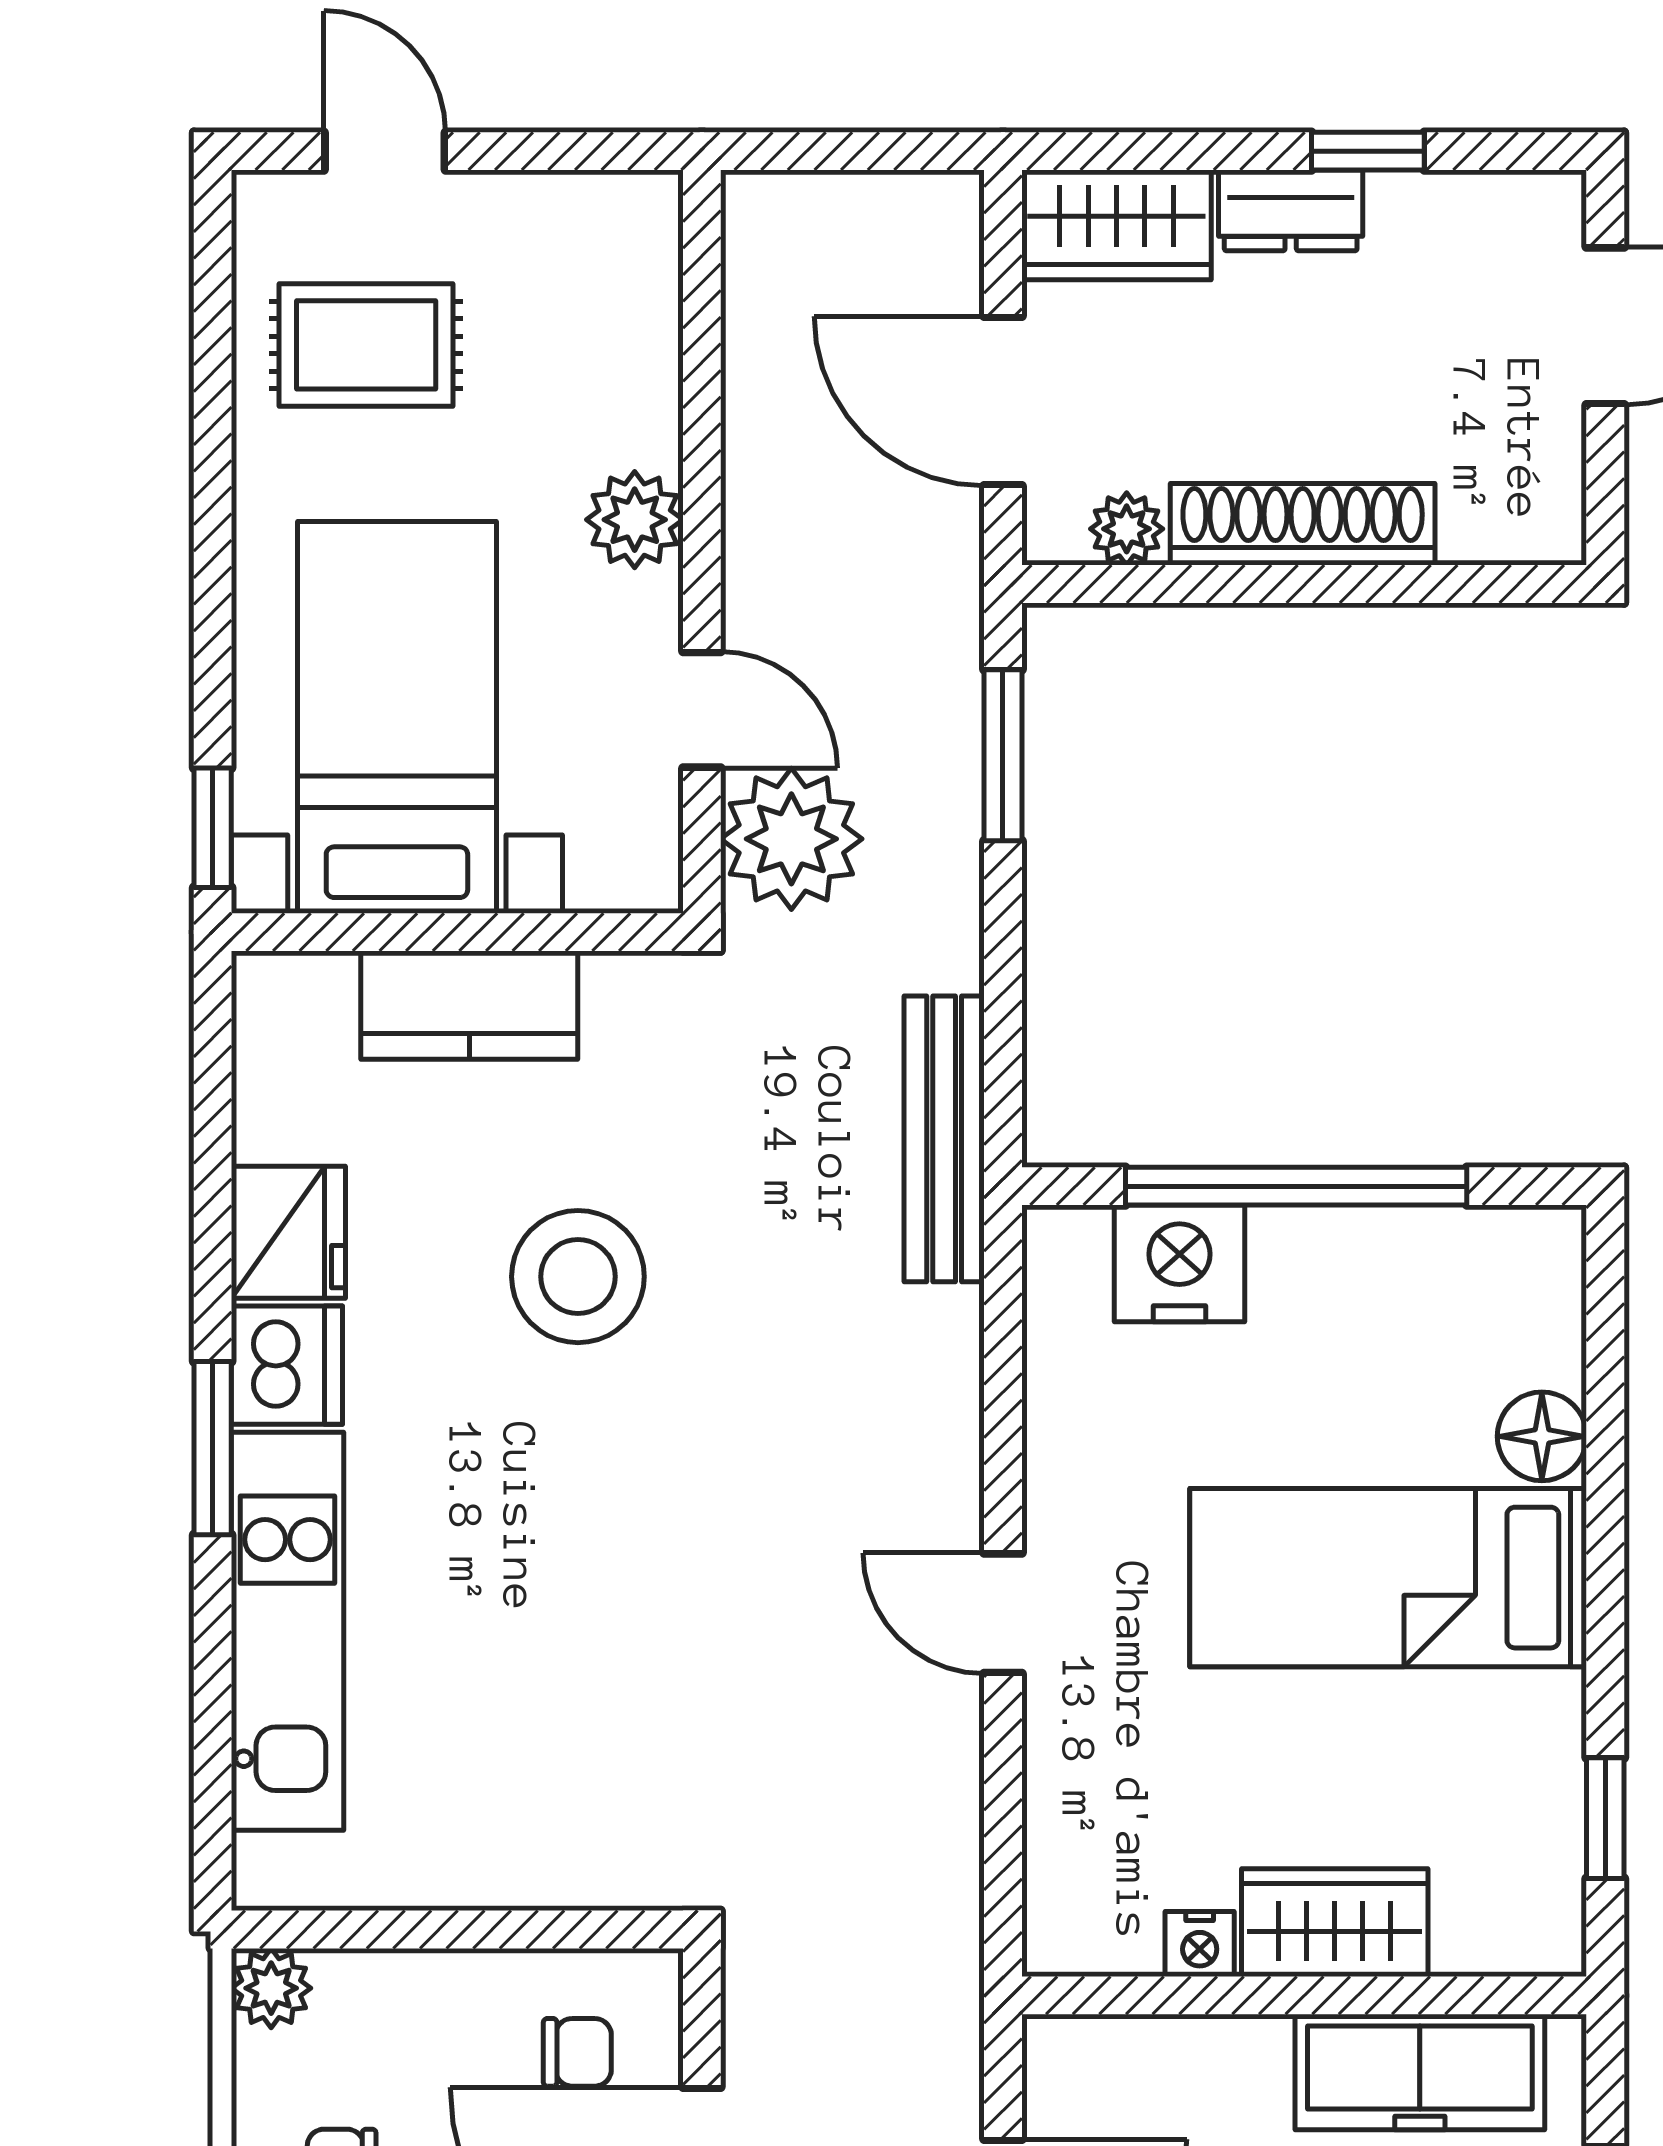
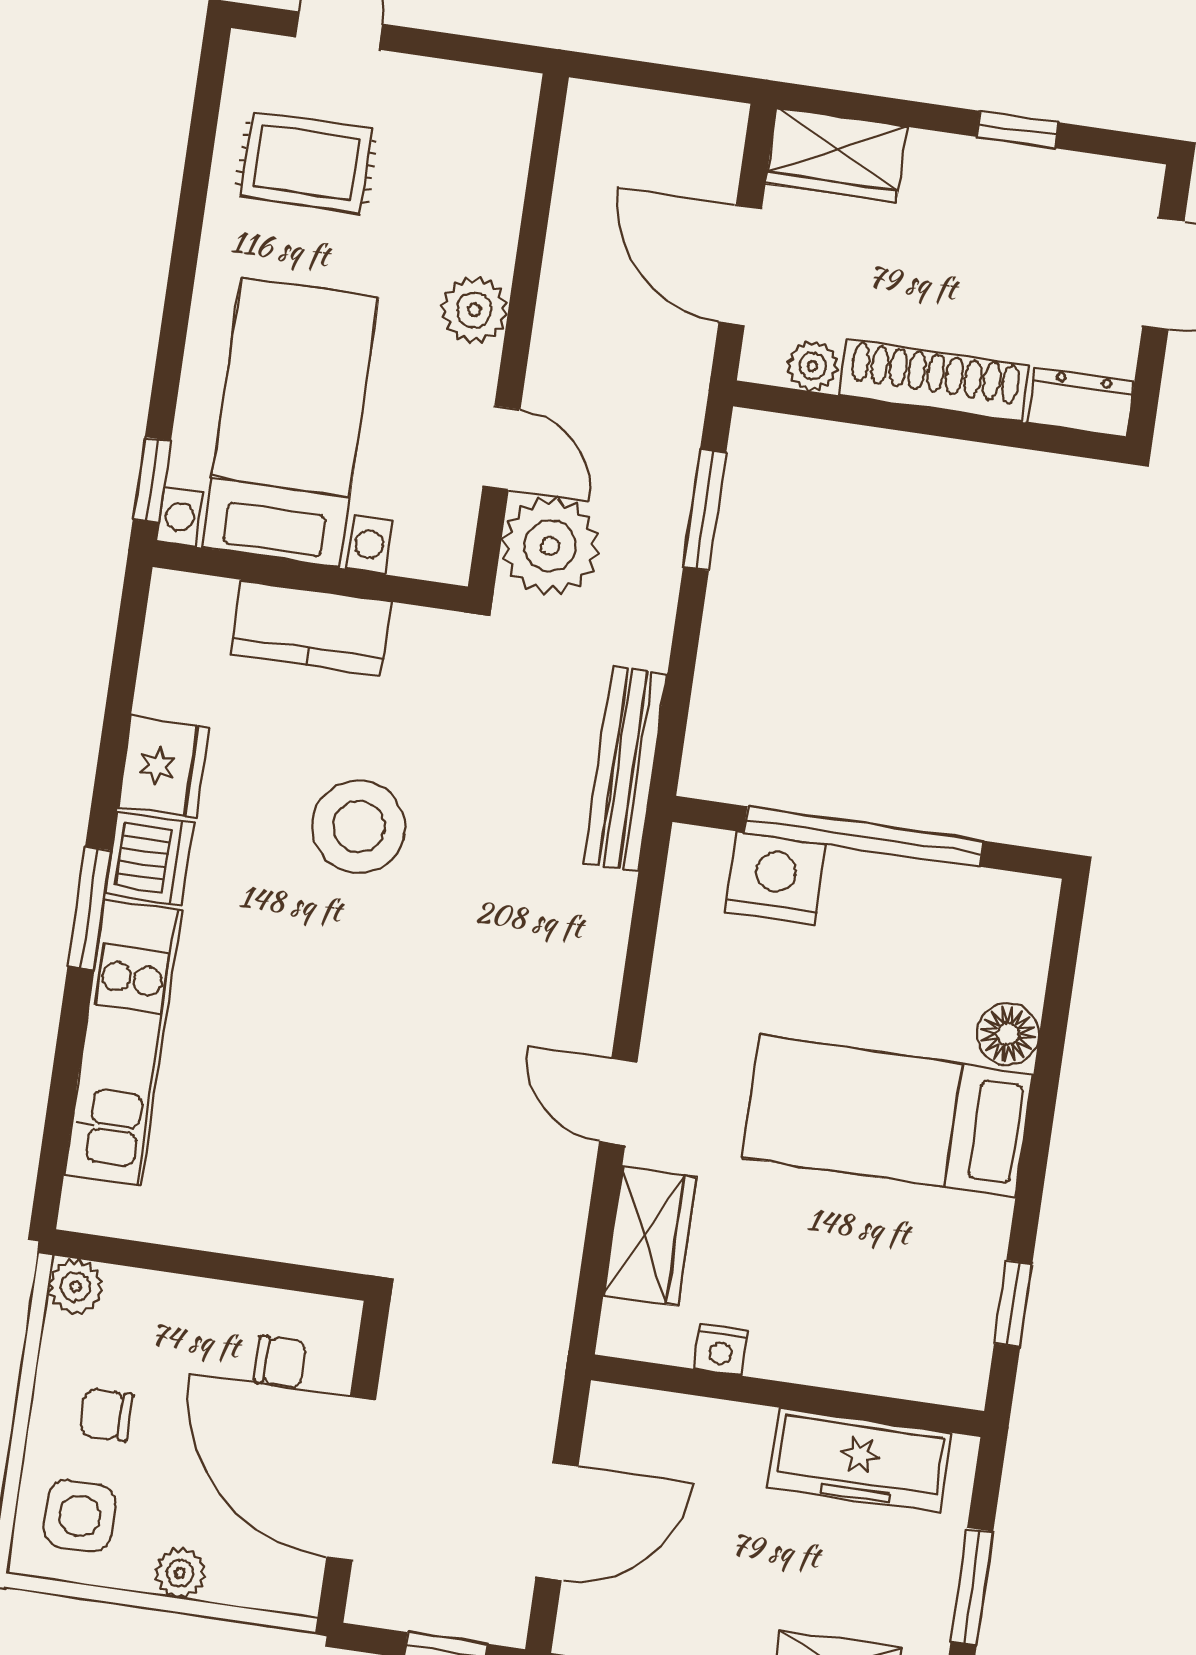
dresser: (1291, 210) -> (1081, 402), moved, turned 180
wardrobe: (1335, 1923) -> (650, 1236), moved, turned 90

